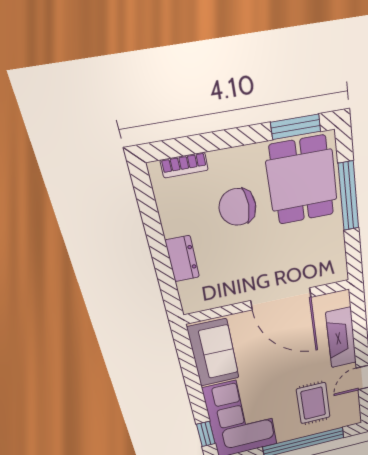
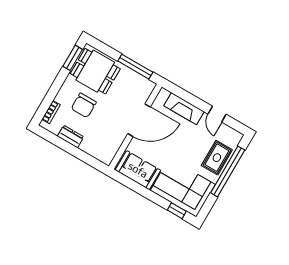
window: (348, 196) -> (135, 67), moved
dresser: (182, 259) -> (71, 137), moved
rug: (313, 403) -> (217, 158), moved, turned 90

